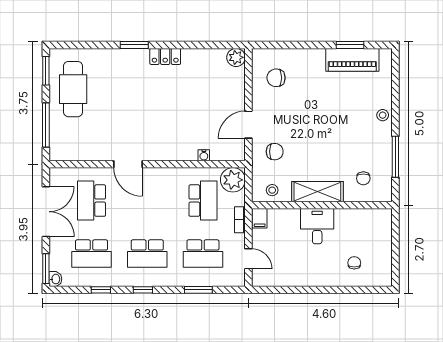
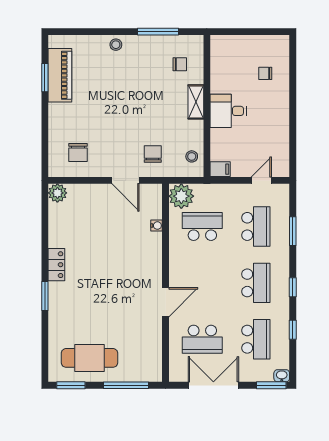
shelving: (317, 192) -> (196, 102), width x0.67, depth x0.75
bookcase: (240, 220) -> (222, 189), removed

